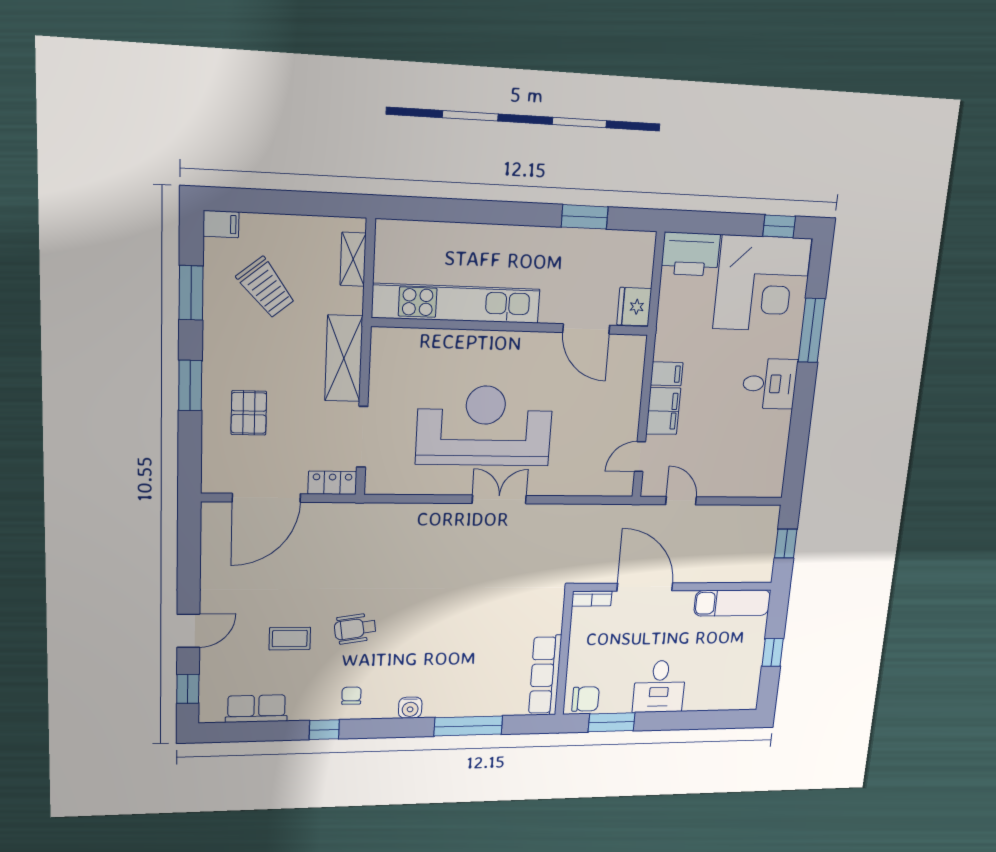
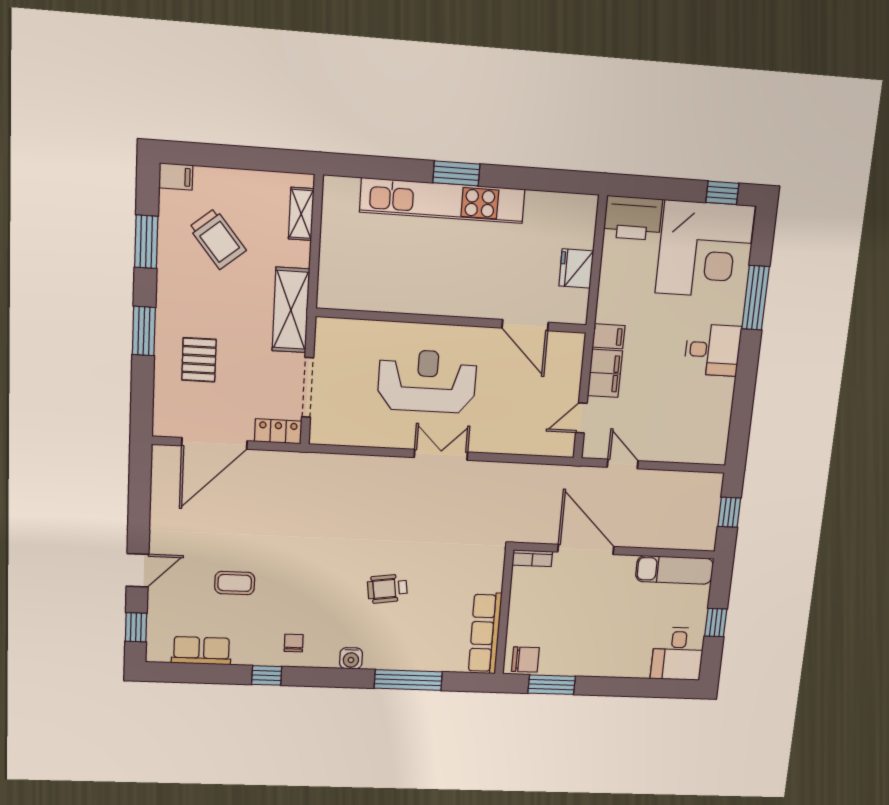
window: (585, 217) -> (456, 173), moved
kitchen unit: (456, 303) -> (442, 201), moved, turned 180
wall: (512, 327) -> (452, 321), moved
door: (586, 329) -> (525, 325), moved
reception desk: (484, 426) -> (427, 381), width x0.74, depth x0.77
wheelchair: (355, 629) -> (387, 589), moved
desk: (659, 686) -> (678, 654), moved

